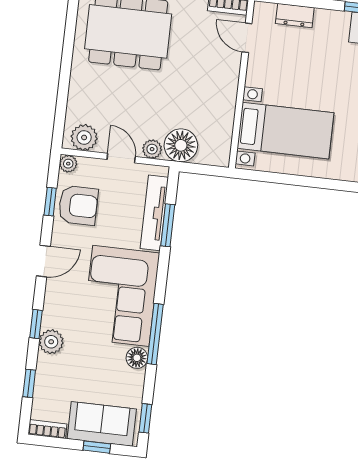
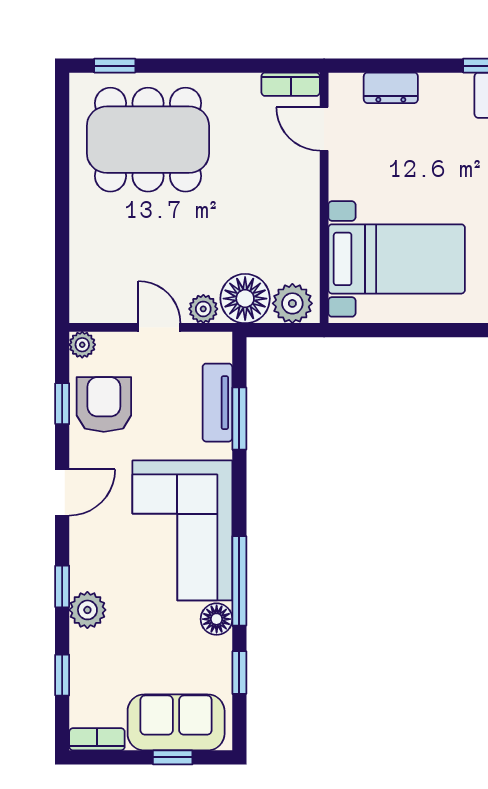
plant: (84, 137) -> (292, 303), moved
armchair: (78, 205) -> (104, 404), turned -90
tv unit: (154, 213) -> (217, 403), width x0.71
window: (145, 418) -> (239, 673), moved

